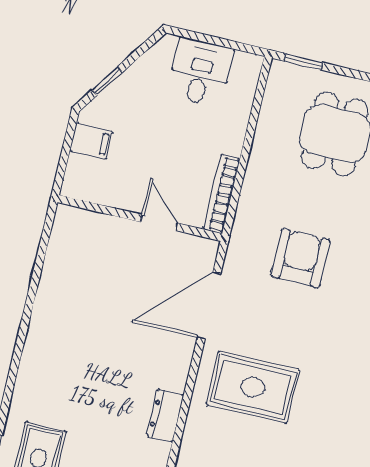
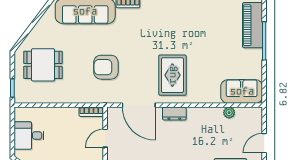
bookcase: (222, 194) -> (91, 112), width x0.64
dresser: (165, 415) -> (174, 114), moved

